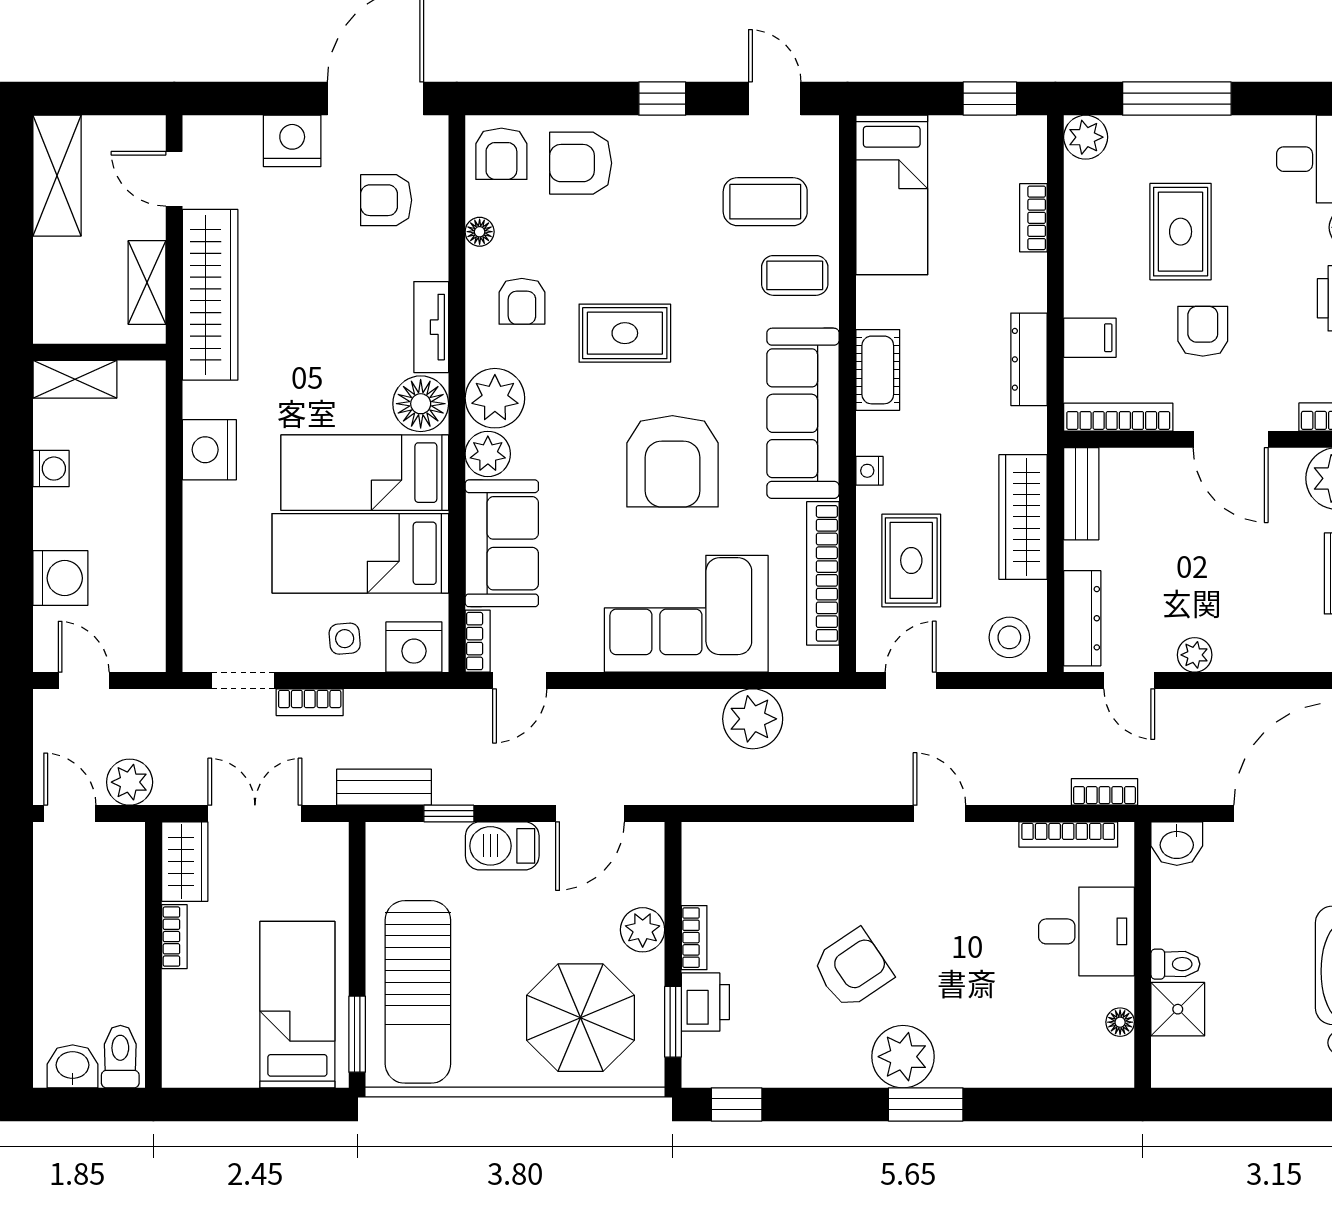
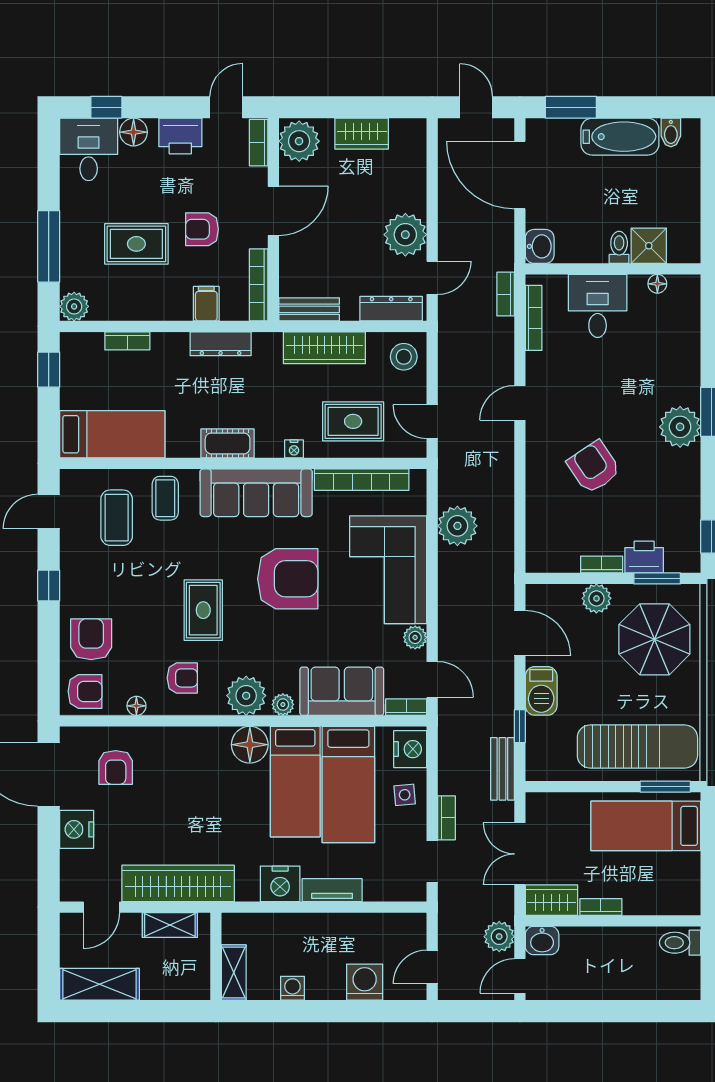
armchair: (581, 163) -> (91, 639), turned 180
tv unit: (431, 327) -> (332, 890), moved, turned 180
plant: (488, 454) -> (283, 705), width x0.73, depth x0.73
plant: (583, 655) -> (415, 637), added
plant: (1195, 655) -> (405, 235), width x1.87, depth x1.87
armchair: (852, 969) -> (594, 467), moved
washbasin: (73, 1066) -> (542, 940), moved, turned -90

